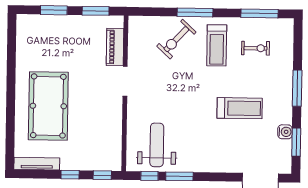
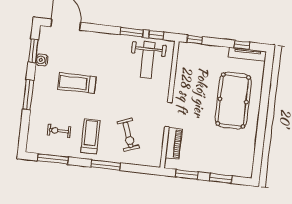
exercise bike: (176, 39) -> (128, 135), moved, turned 117
window: (70, 175) -> (242, 45), moved

